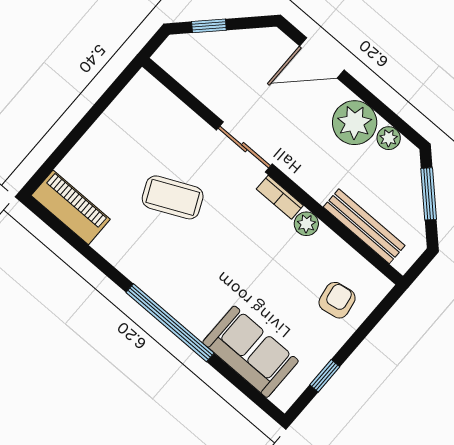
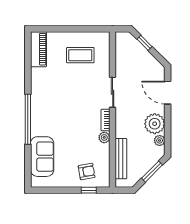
coffee table: (173, 197) -> (80, 55), moved, turned -65
window: (325, 376) -> (89, 190), moved

